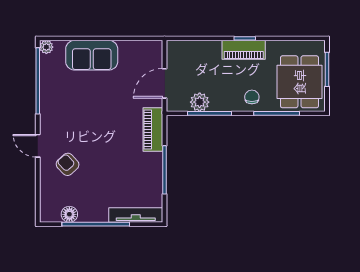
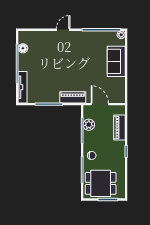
piano: (244, 50) -> (119, 127), moved
armchair: (68, 164) -> (52, 47), removed

